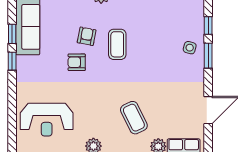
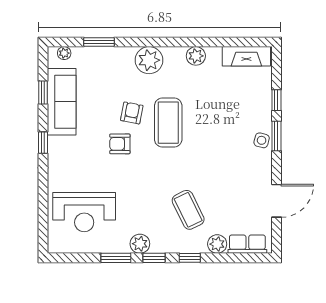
window: (12, 34) -> (43, 92), moved
coffee table: (117, 44) -> (168, 123), width x1.36, depth x1.32
side table: (190, 48) -> (262, 140), moved

